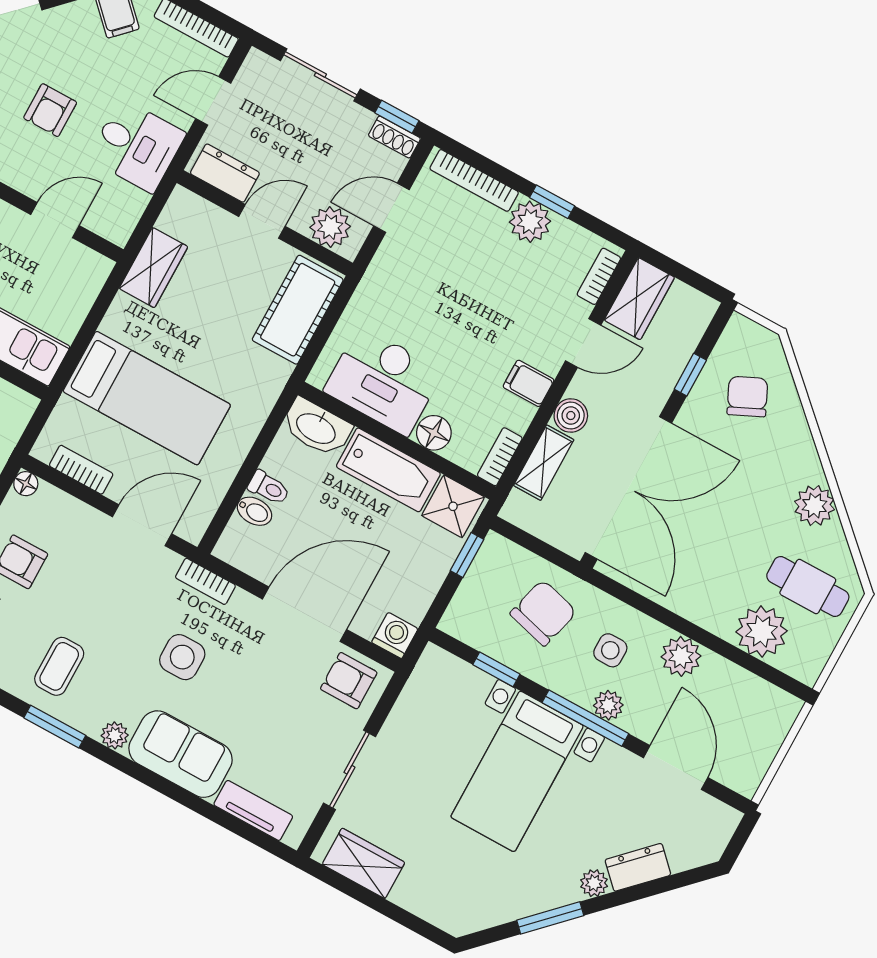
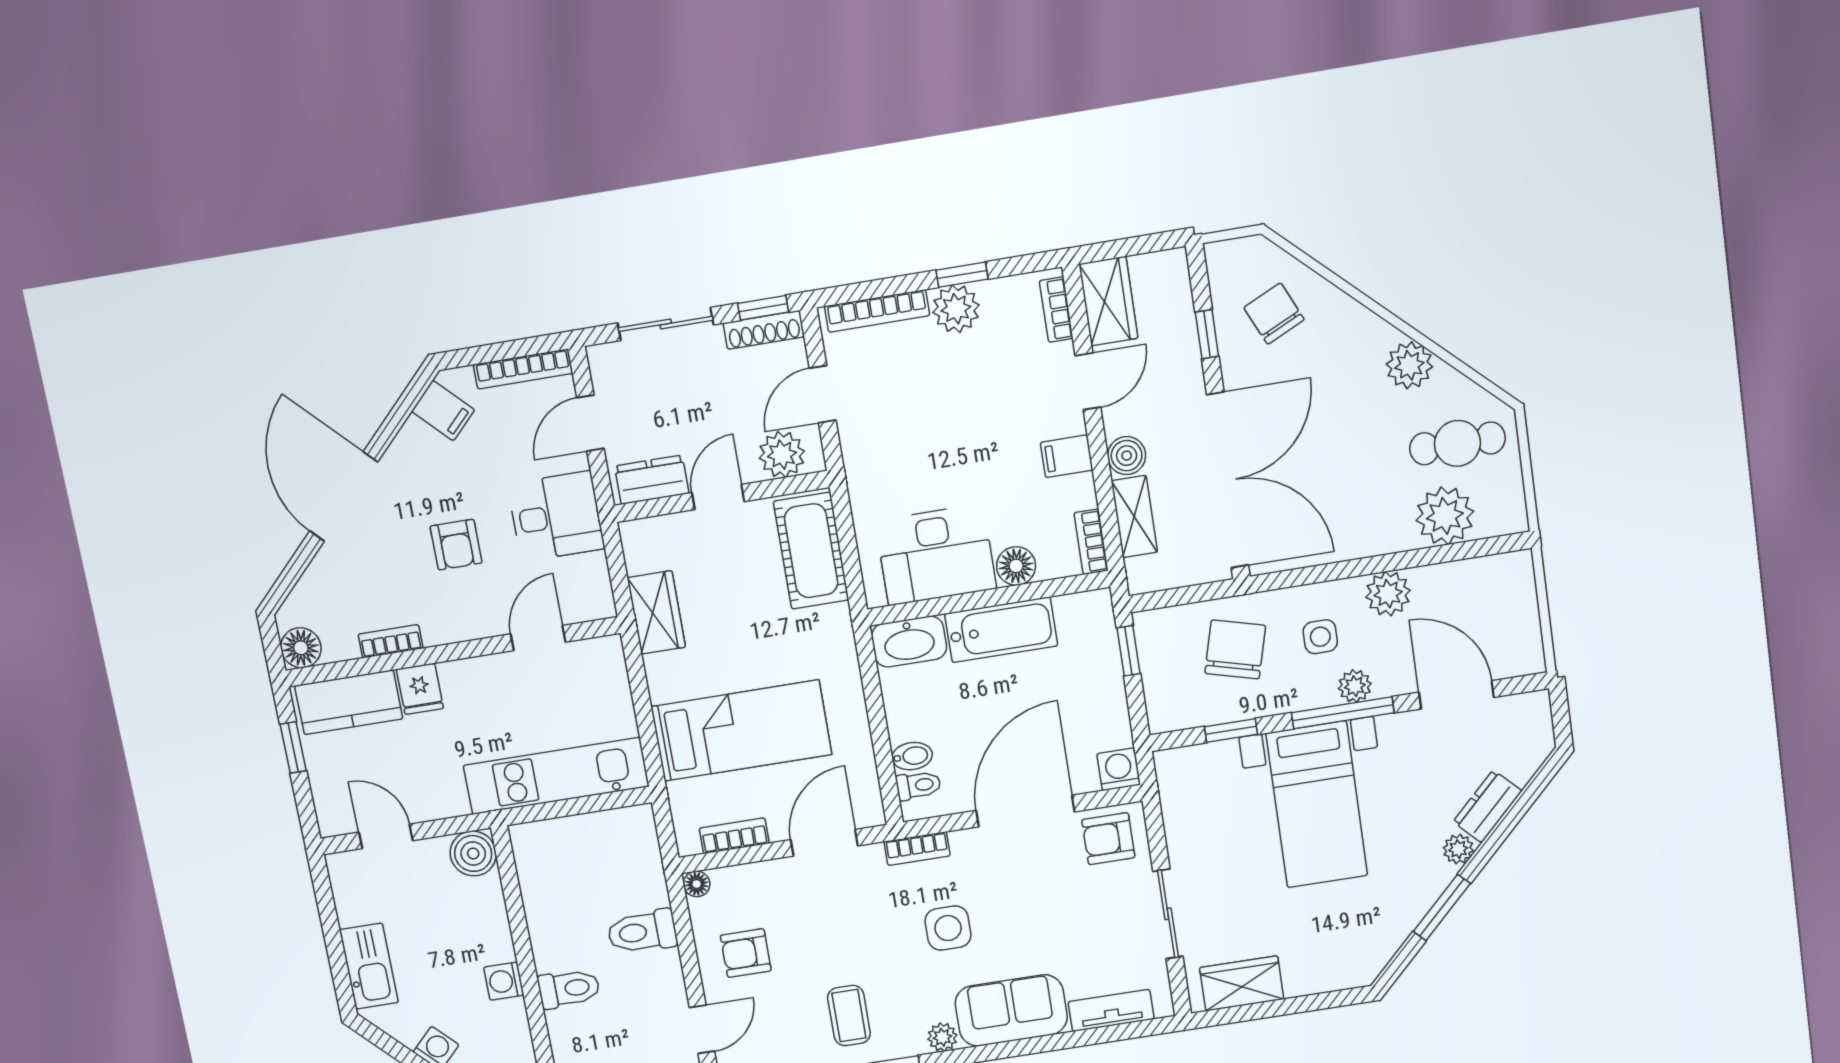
shoe rack: (394, 137) -> (764, 330), width x1.43
toilet: (269, 488) -> (918, 785), moved
shower: (453, 506) -> (1083, 618), removed

